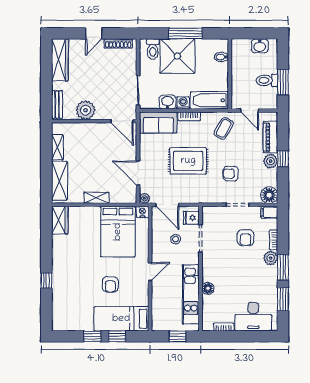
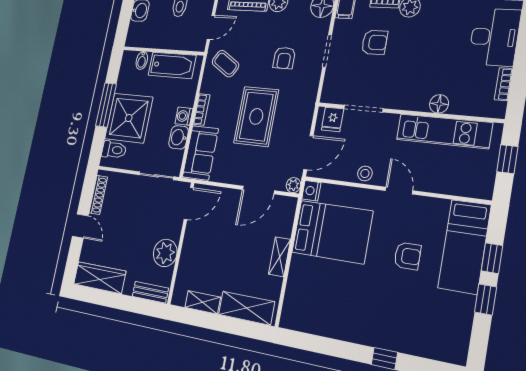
bathtub: (209, 100) -> (172, 65), moved, turned -90
wardrobe: (60, 220) -> (300, 319), removed
stool: (176, 239) -> (365, 173), moved

